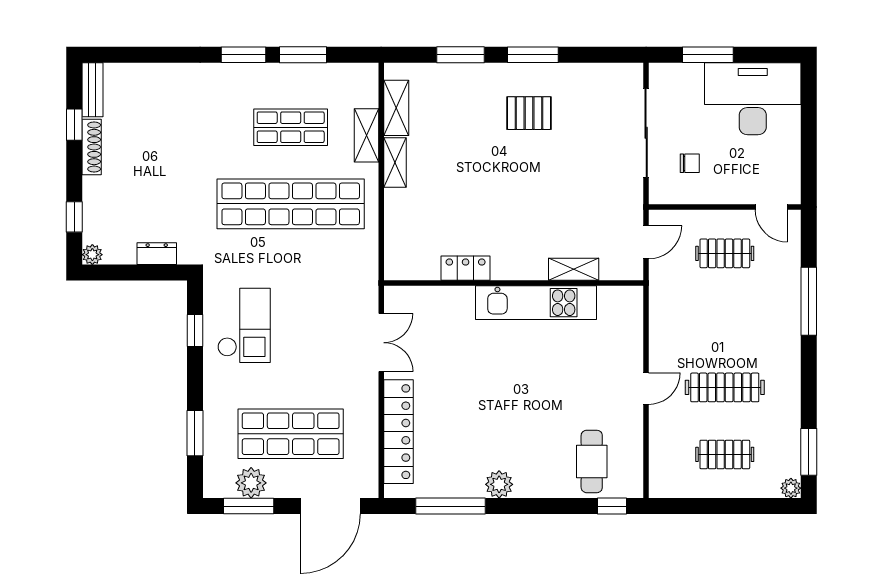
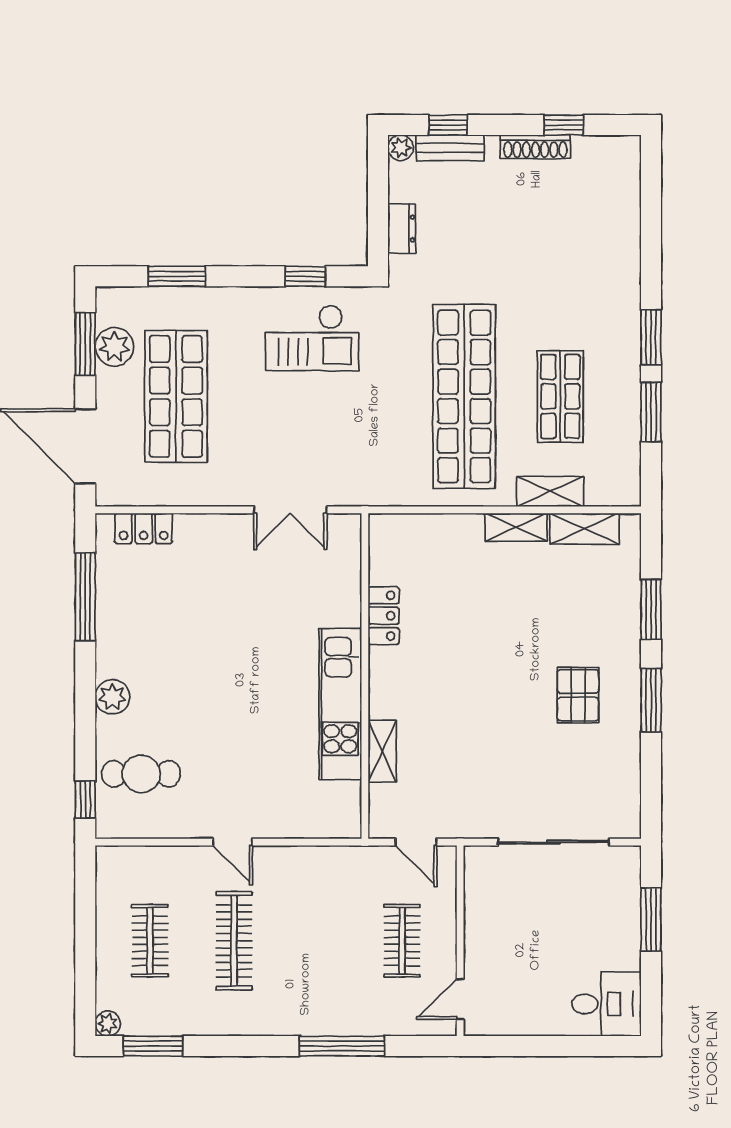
bench: (92, 90) -> (450, 148), moved
desk: (753, 99) -> (606, 1004), width x0.53, depth x0.77
chair: (690, 163) -> (515, 897), removed
locker: (398, 432) -> (144, 528), width x0.46, depth x0.83
plant: (499, 484) -> (112, 697), moved

